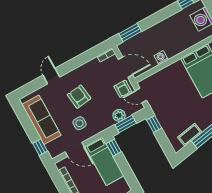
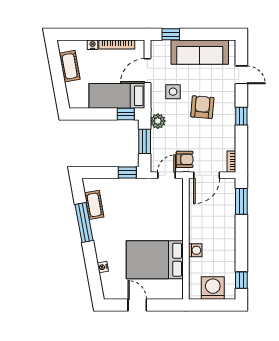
washing machine: (161, 58) -> (195, 250), moved
window: (70, 66) -> (241, 116), added
door: (51, 76) -> (241, 75), moved
armchair: (123, 89) -> (185, 159), turned 180
armchair: (79, 97) -> (202, 107), turned -78
plant: (119, 115) -> (158, 121), moved

